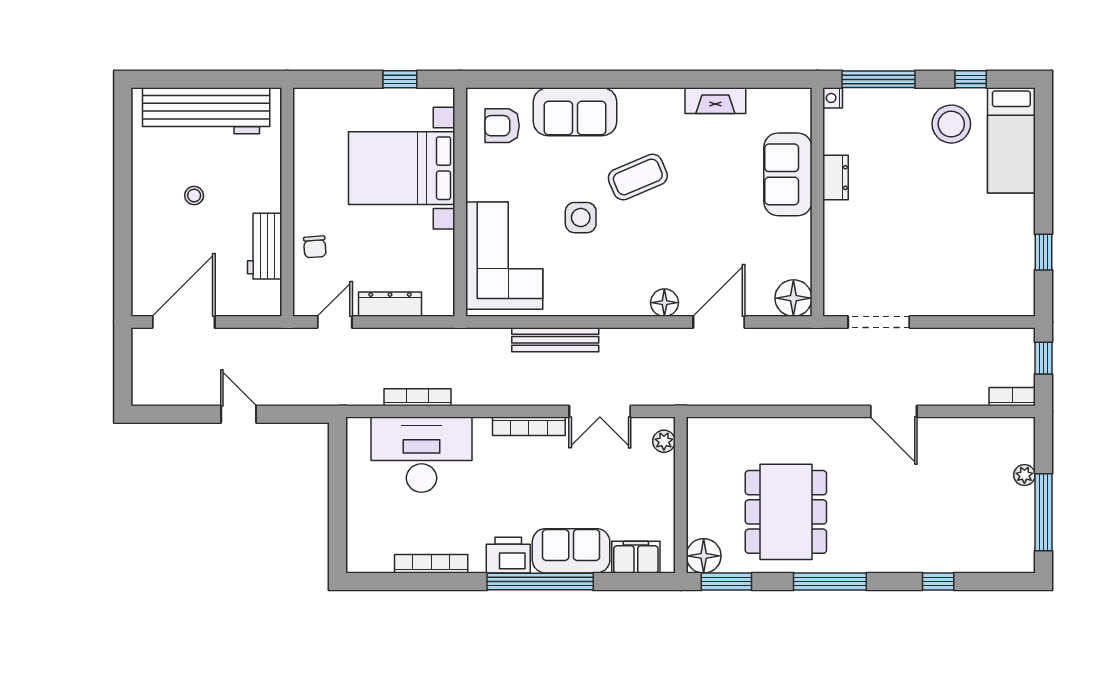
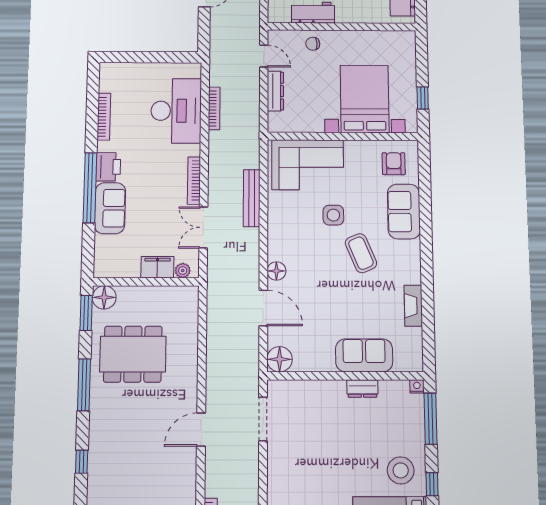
filing cabinet: (636, 557) -> (157, 267), moved, turned -90

